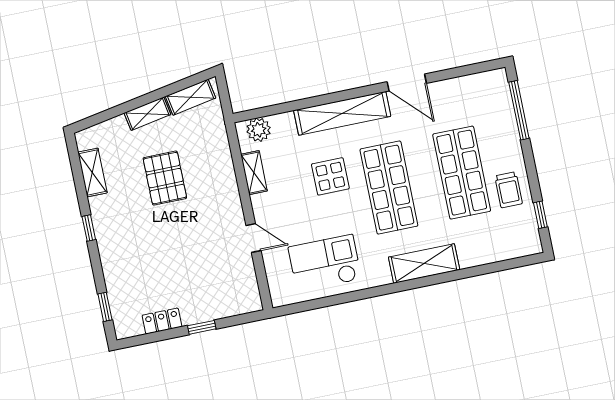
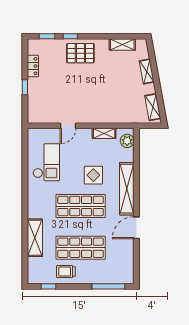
shelving: (147, 114) -> (147, 71), moved
pallet: (165, 178) -> (80, 53), moved
window: (89, 228) -> (70, 36), moved
shelving: (424, 263) -> (35, 238), moved

